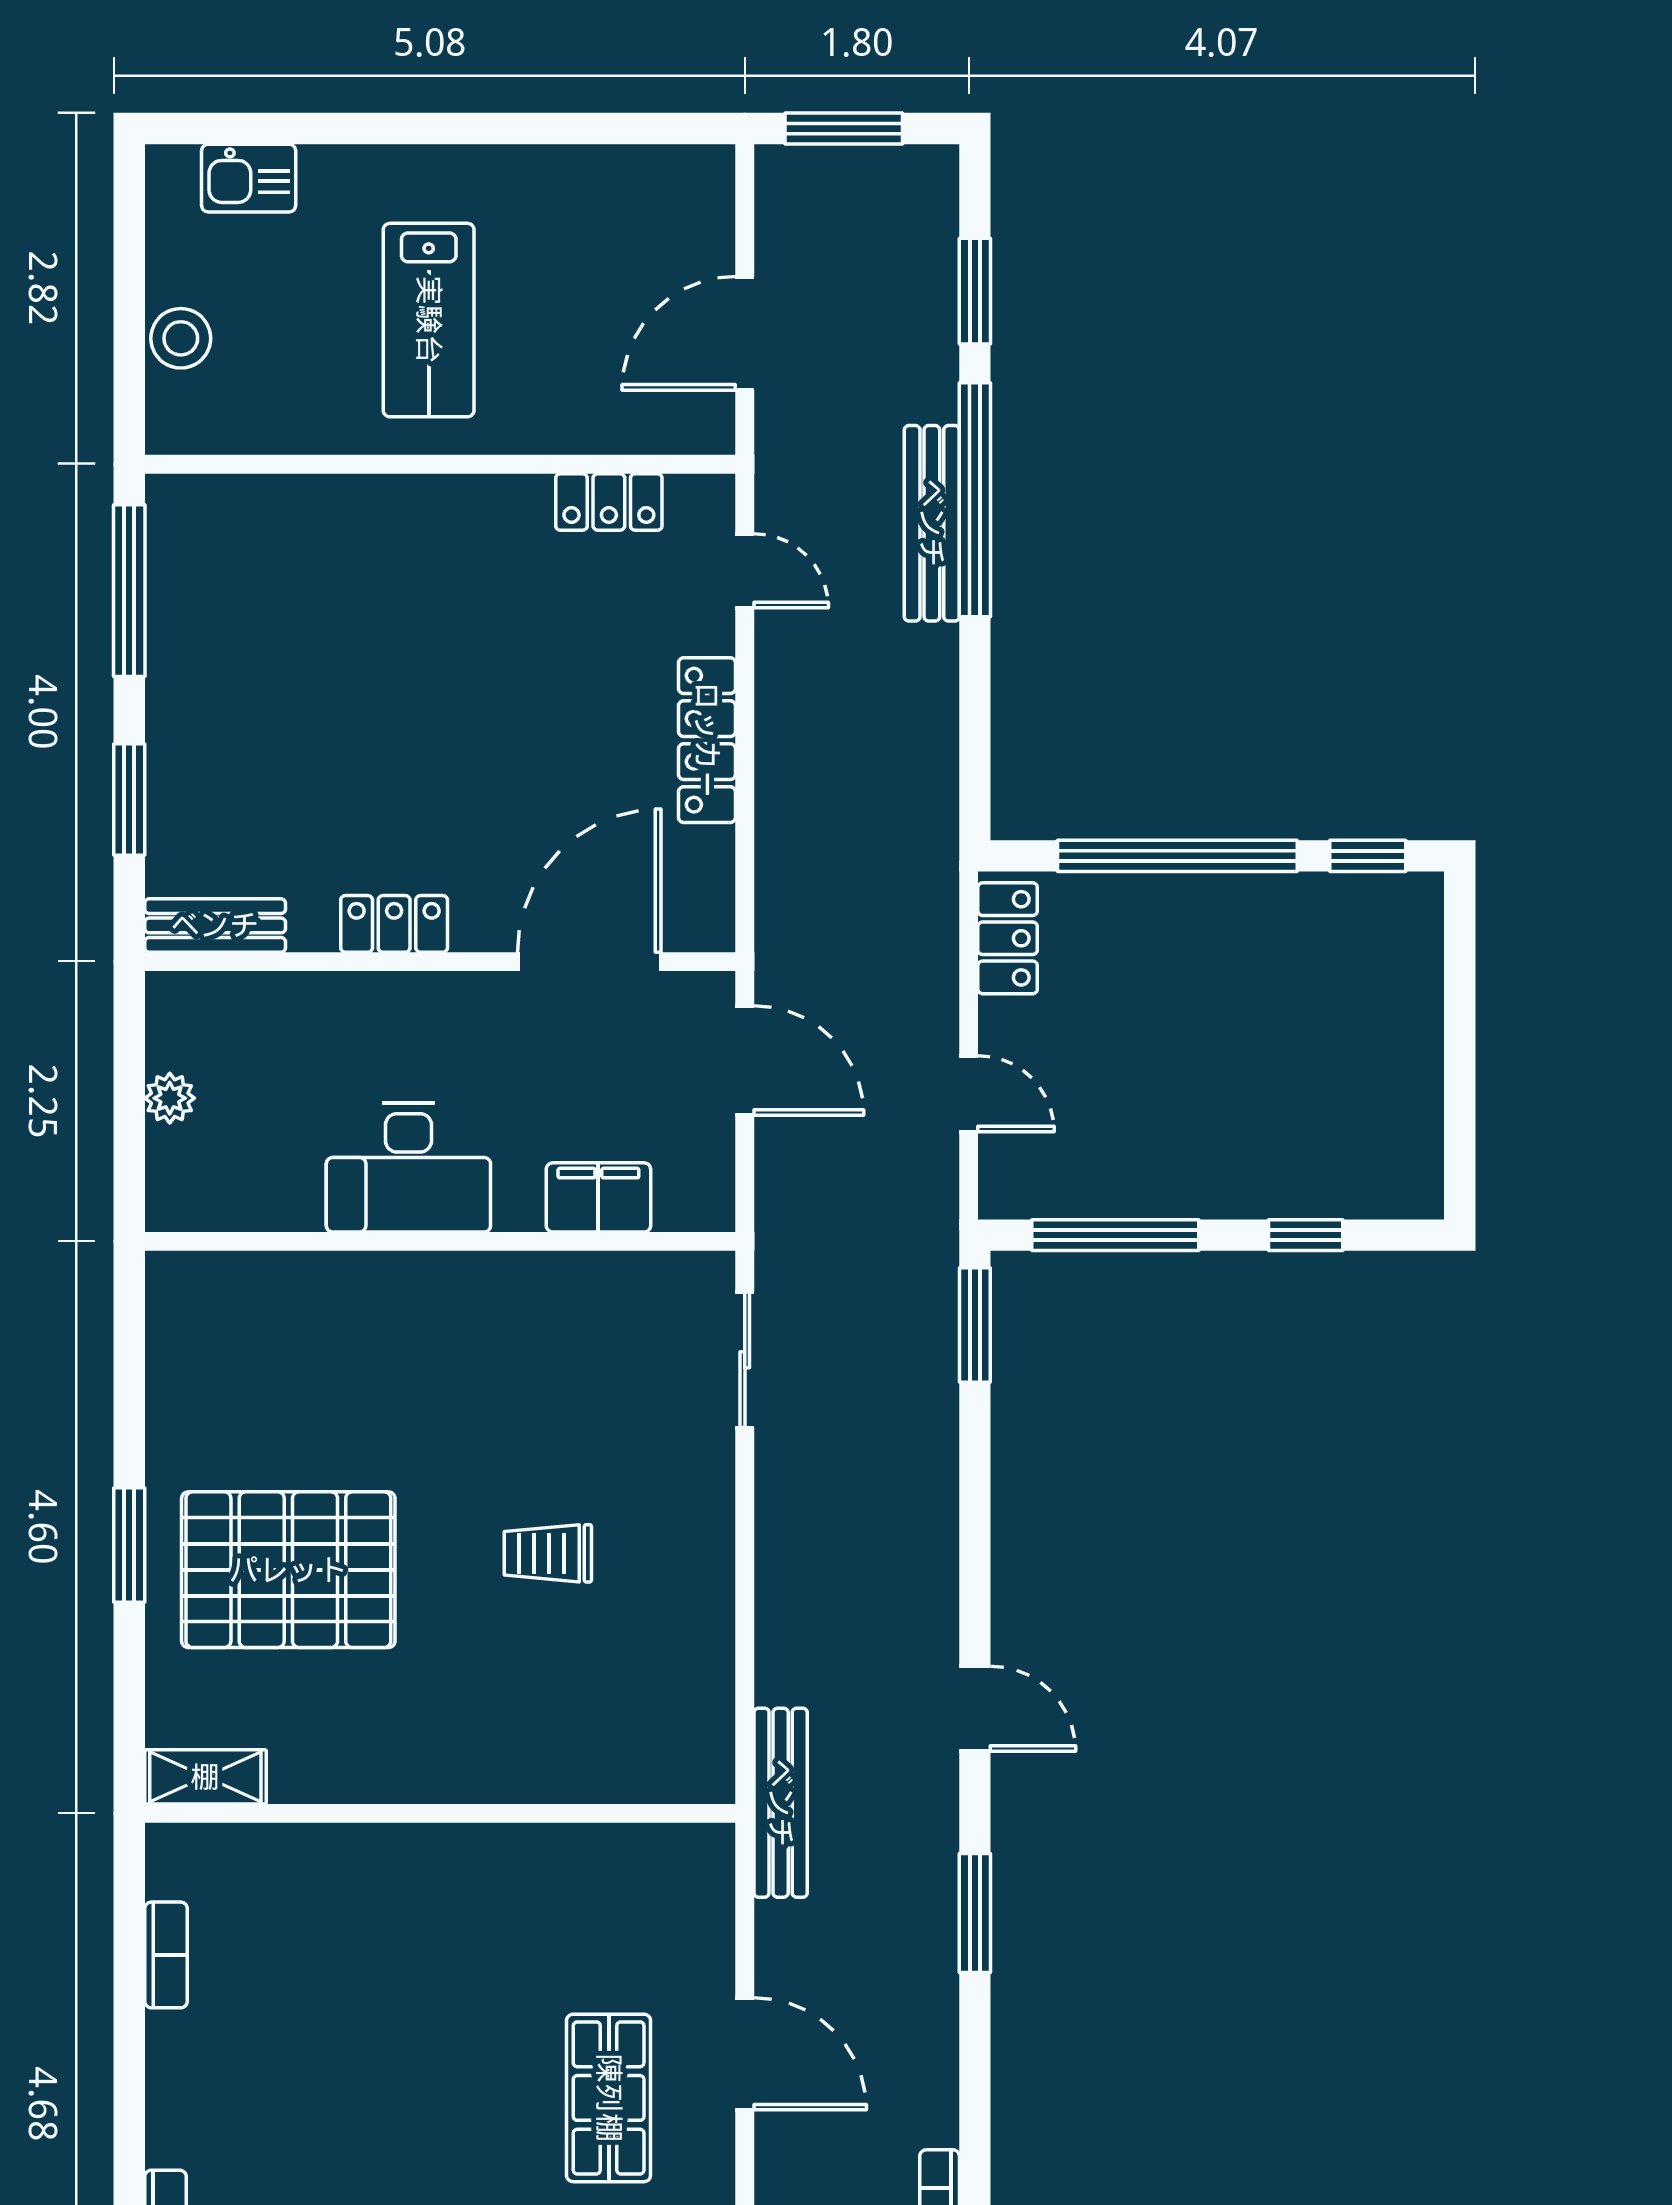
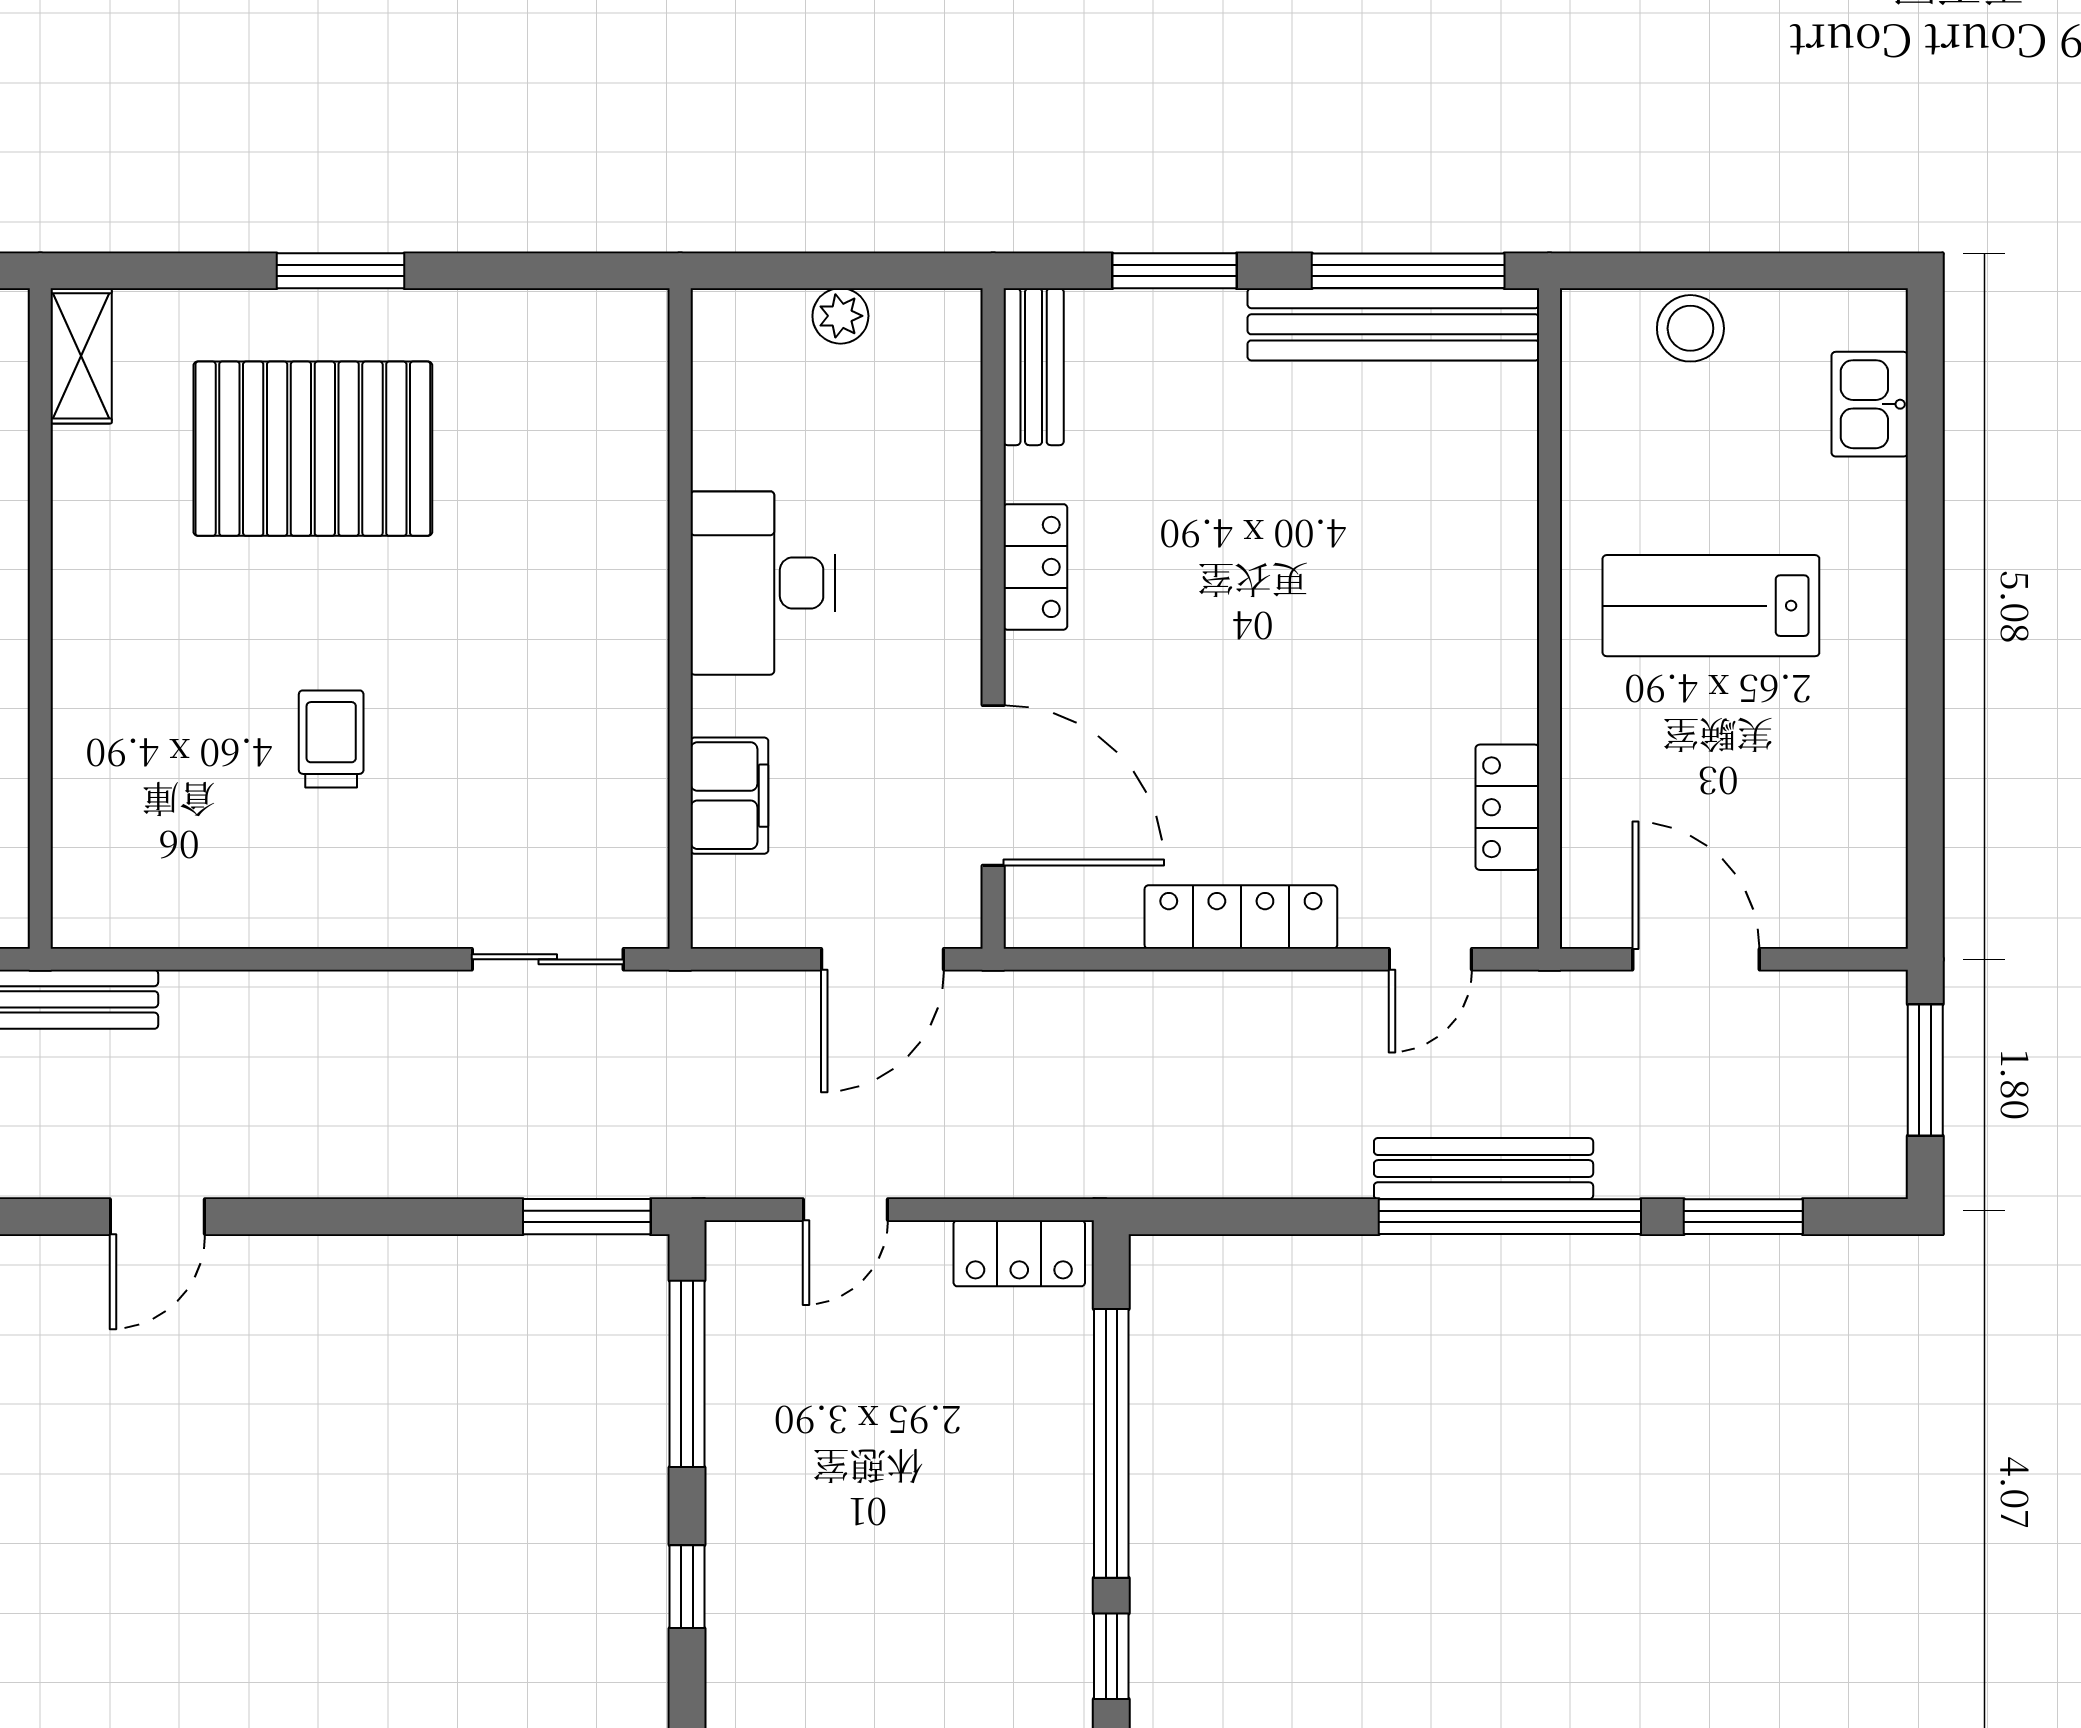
bench: (177, 604) -> (1393, 324), added
pallet: (288, 1570) -> (313, 449), turned 90

